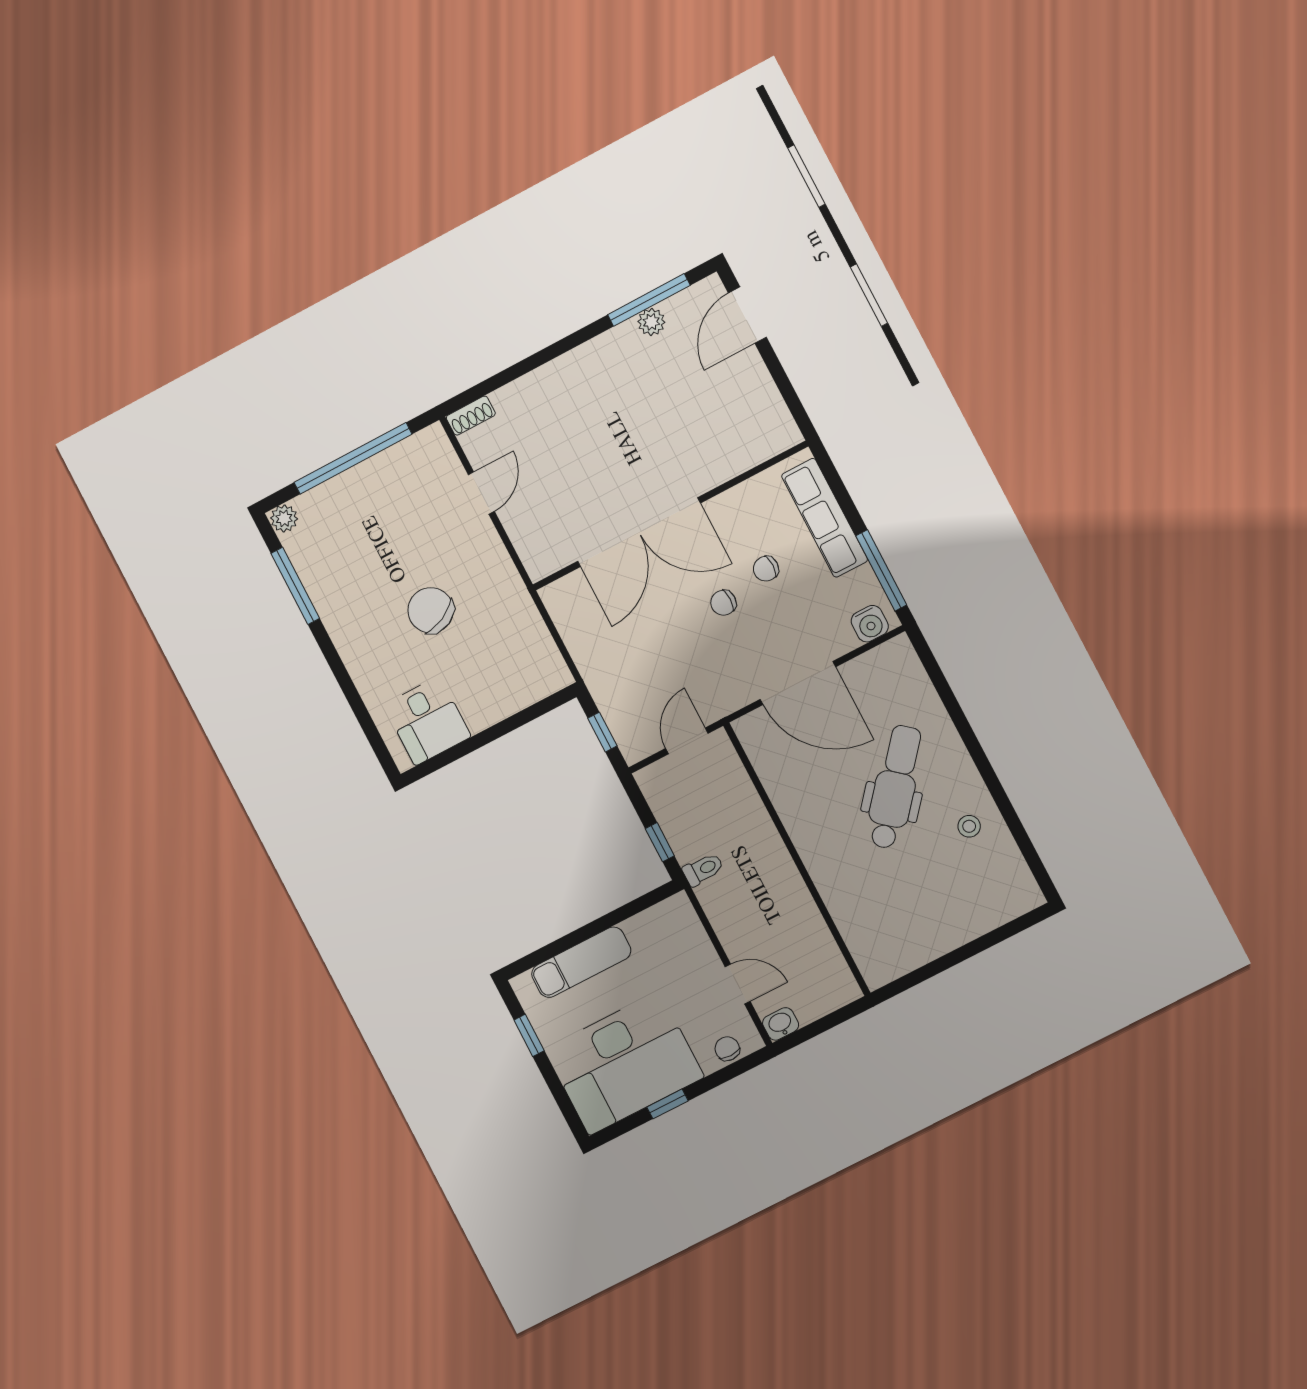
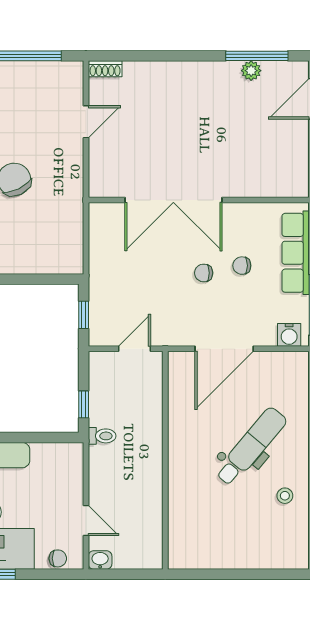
door: (798, 683) -> (224, 349), hinge flipped
chair: (727, 1049) -> (58, 558), turned 90

